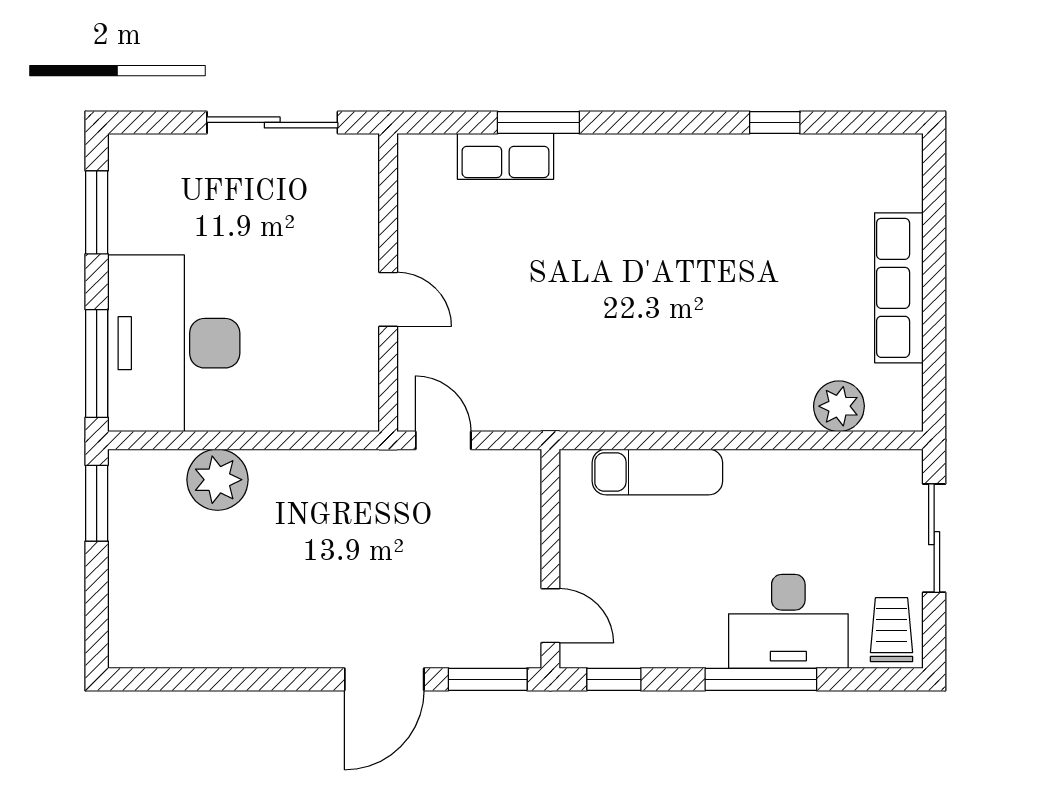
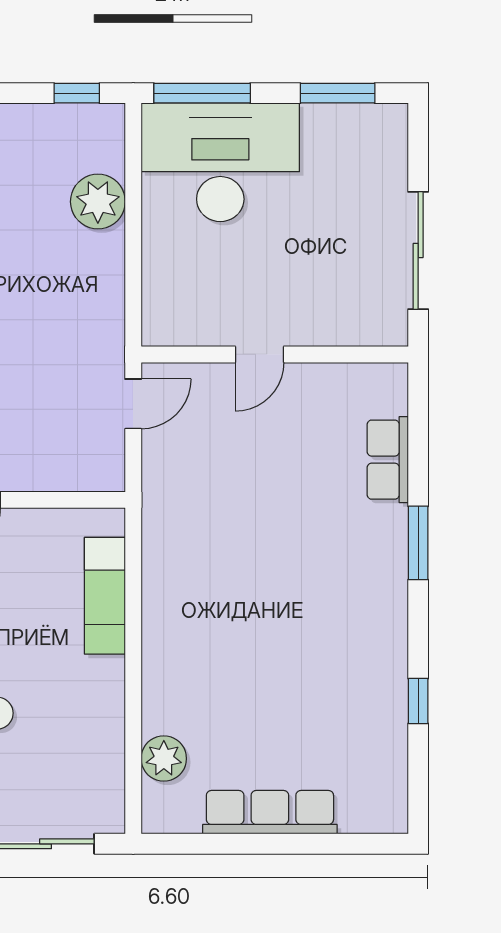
window: (538, 122) -> (418, 543), moved
window: (97, 503) -> (77, 93), width x0.67

